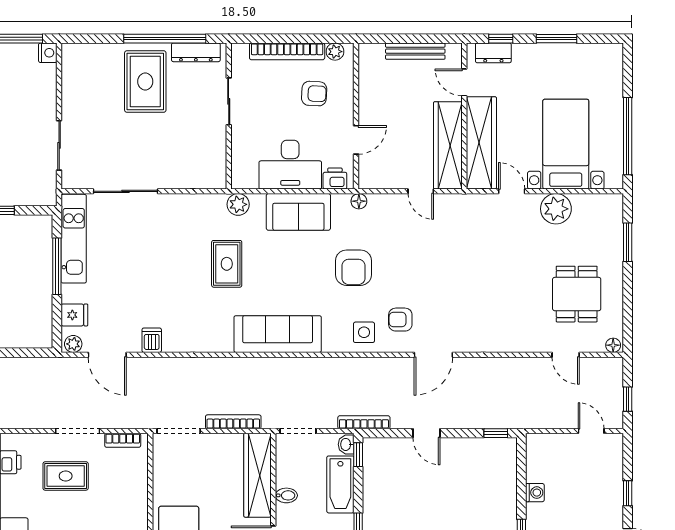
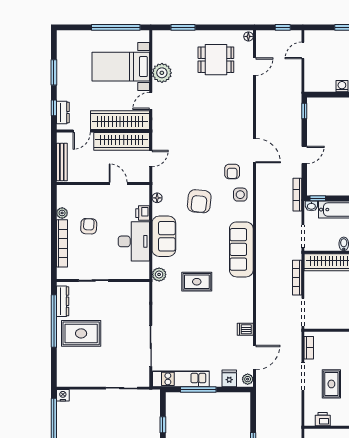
wall: (356, 116) -> (103, 183), moved
door: (356, 140) -> (118, 183), moved
armchair: (354, 268) -> (199, 201), turned 96

